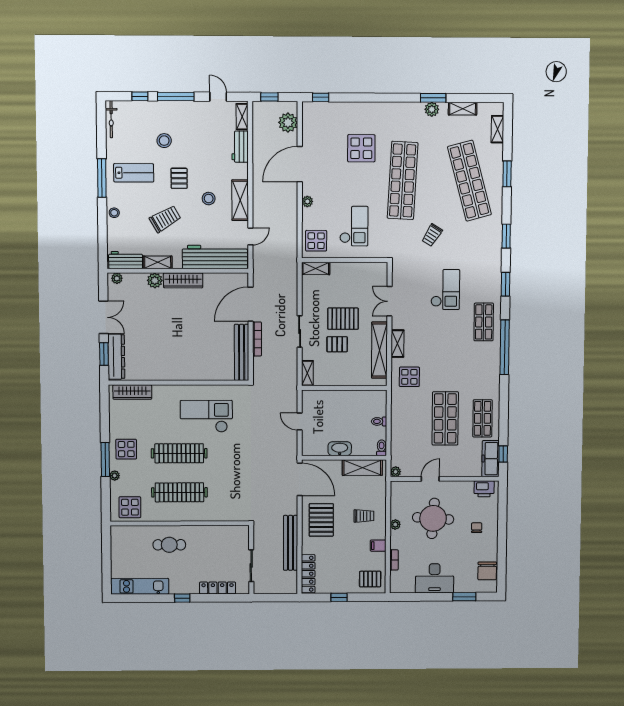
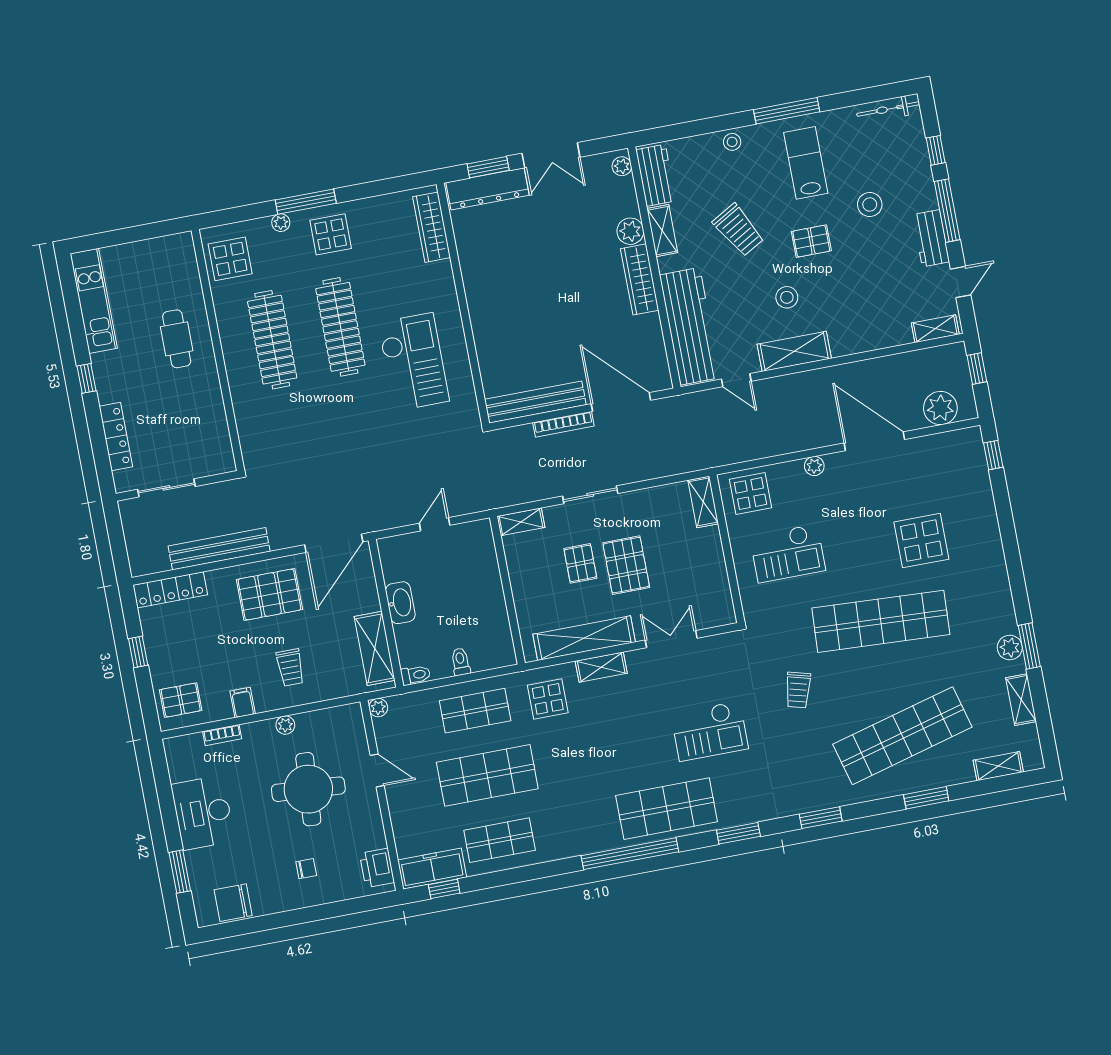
workbench: (240, 147) -> (931, 238), moved, turned -90
lab bench: (134, 173) -> (806, 163), turned 180
trolley: (432, 235) -> (798, 690), turned -107
shop shelf: (484, 322) -> (667, 809), width x1.43, depth x1.36
shop shelf: (408, 418) -> (475, 711), added
pallet: (370, 579) -> (181, 700), turned 90

